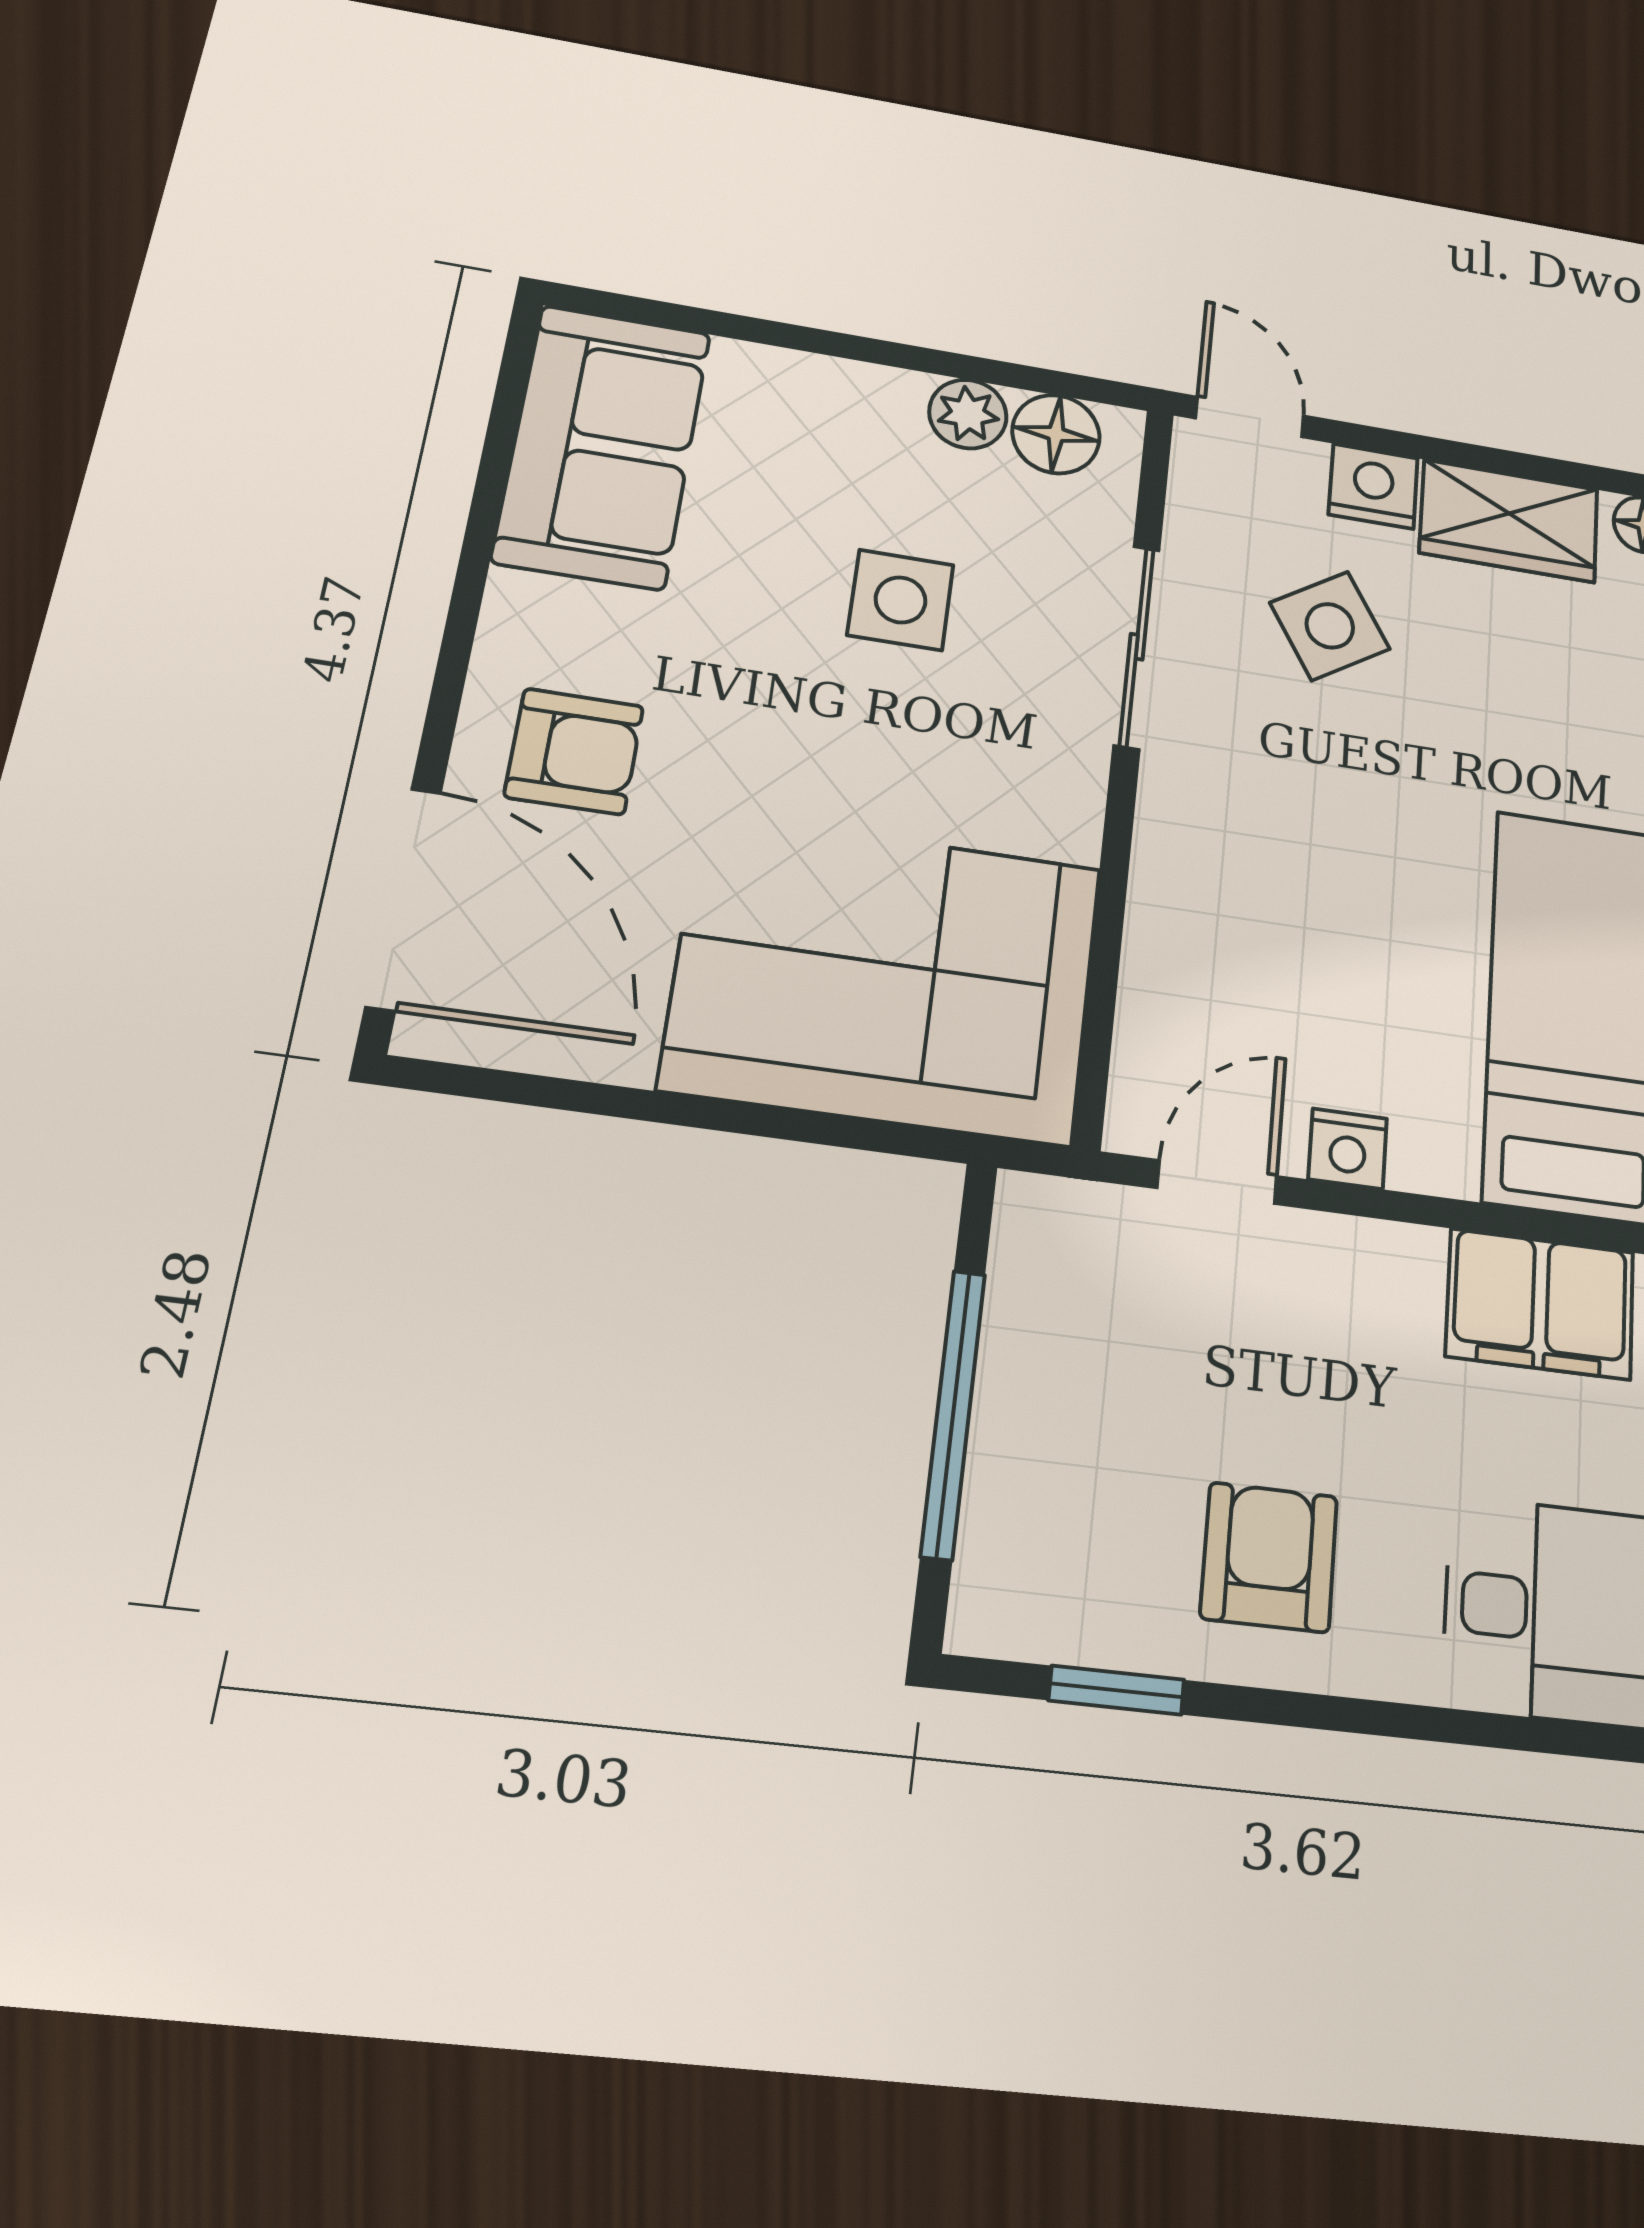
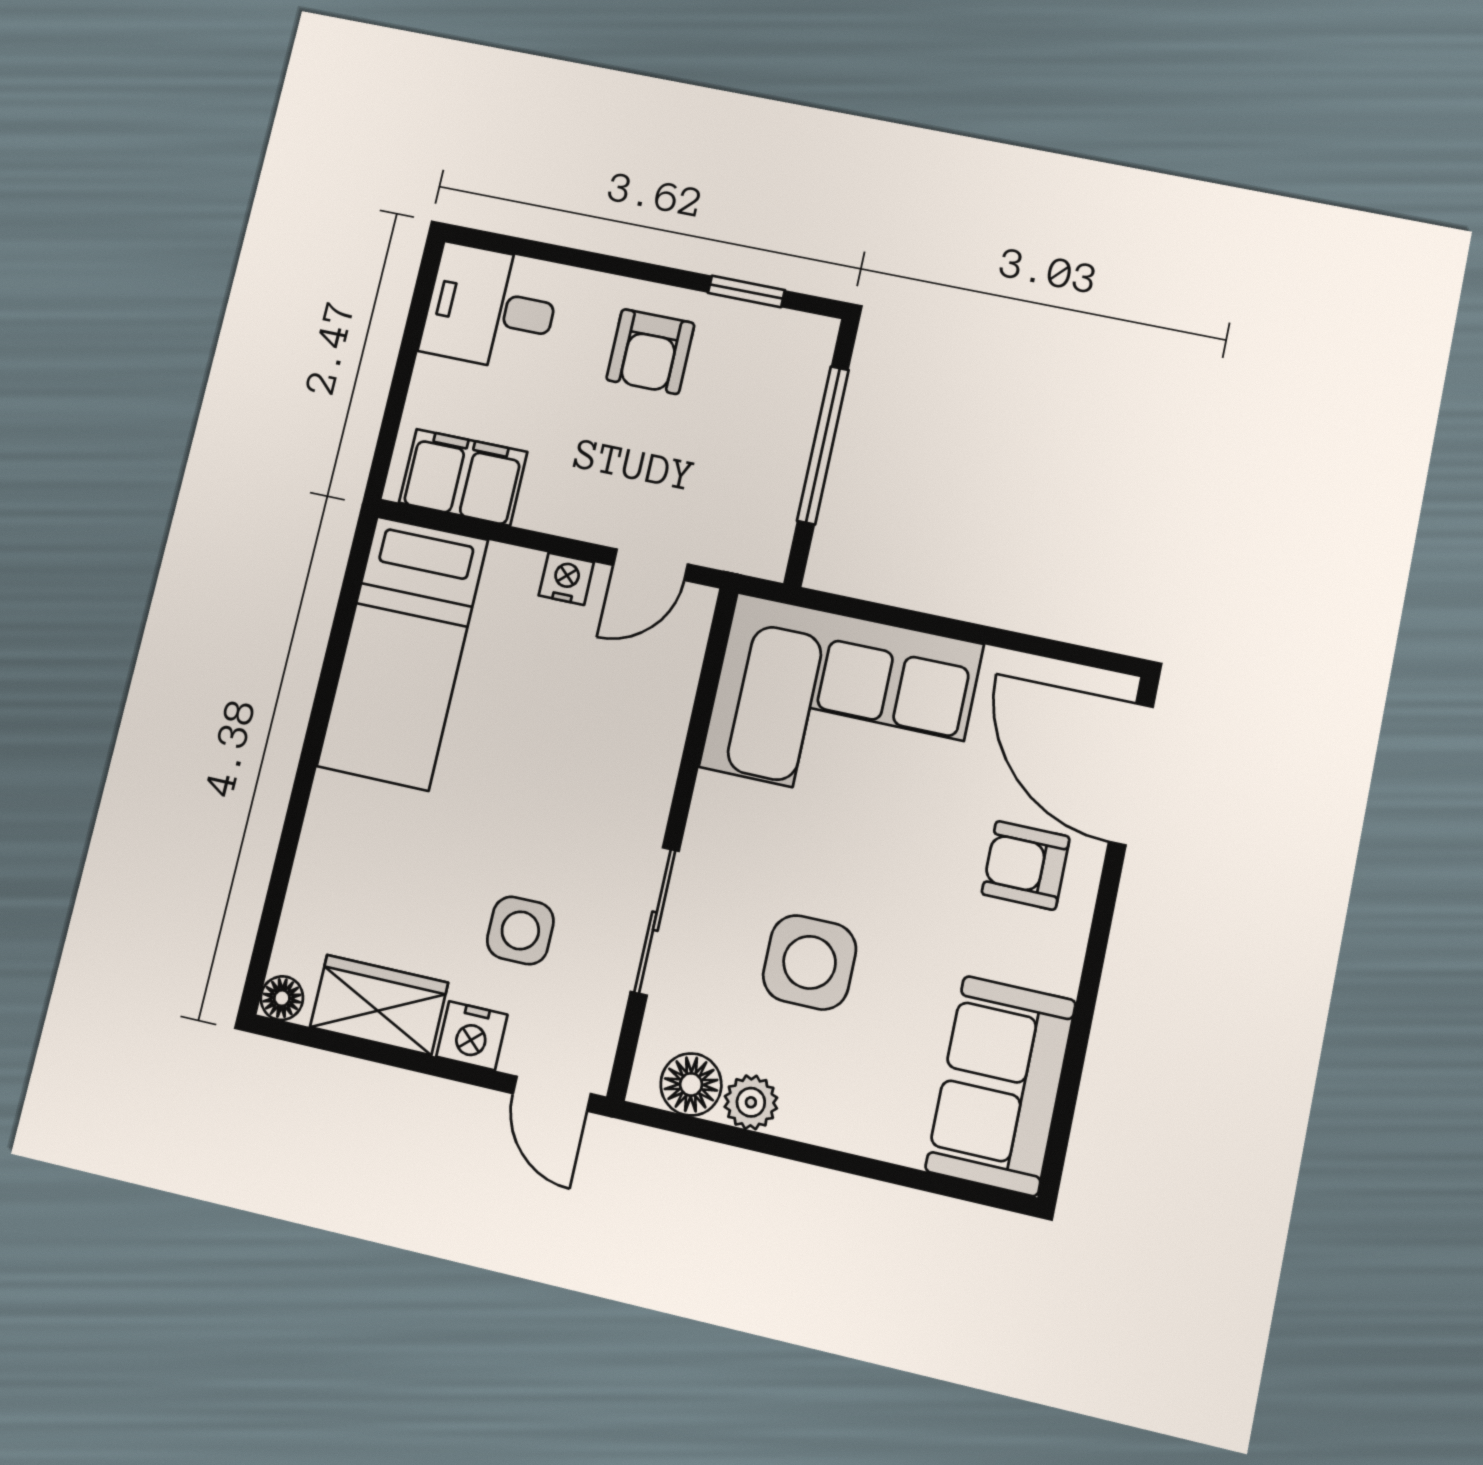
side table: (901, 600) -> (810, 962), width x1.37, depth x1.37
side table: (1330, 626) -> (520, 930), turned 32

